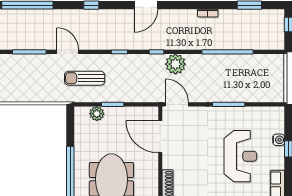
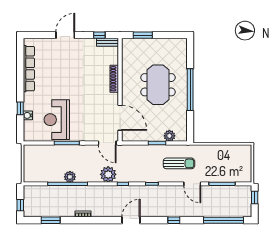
plant: (225, 61) -> (70, 177), added
reception desk: (240, 156) -> (57, 120), moved

